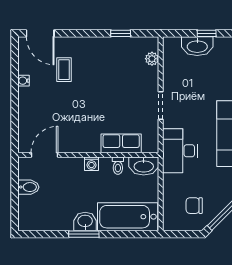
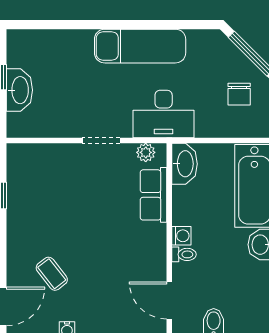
plant: (152, 59) -> (146, 152), moved
coffee table: (64, 70) -> (52, 274), turned 52
toilet: (118, 166) -> (184, 254), moved

